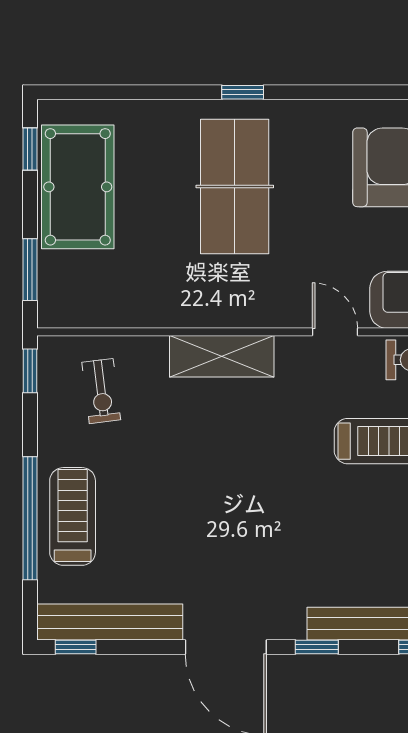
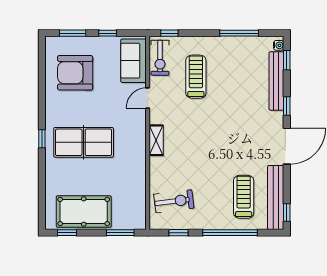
shelving: (222, 356) -> (156, 140), width x0.67, depth x0.75
window: (30, 371) -> (179, 233), moved
exercise bike: (101, 391) -> (174, 201), width x1.38, depth x1.39
treadmill: (73, 516) -> (244, 197), moved, turned 90

